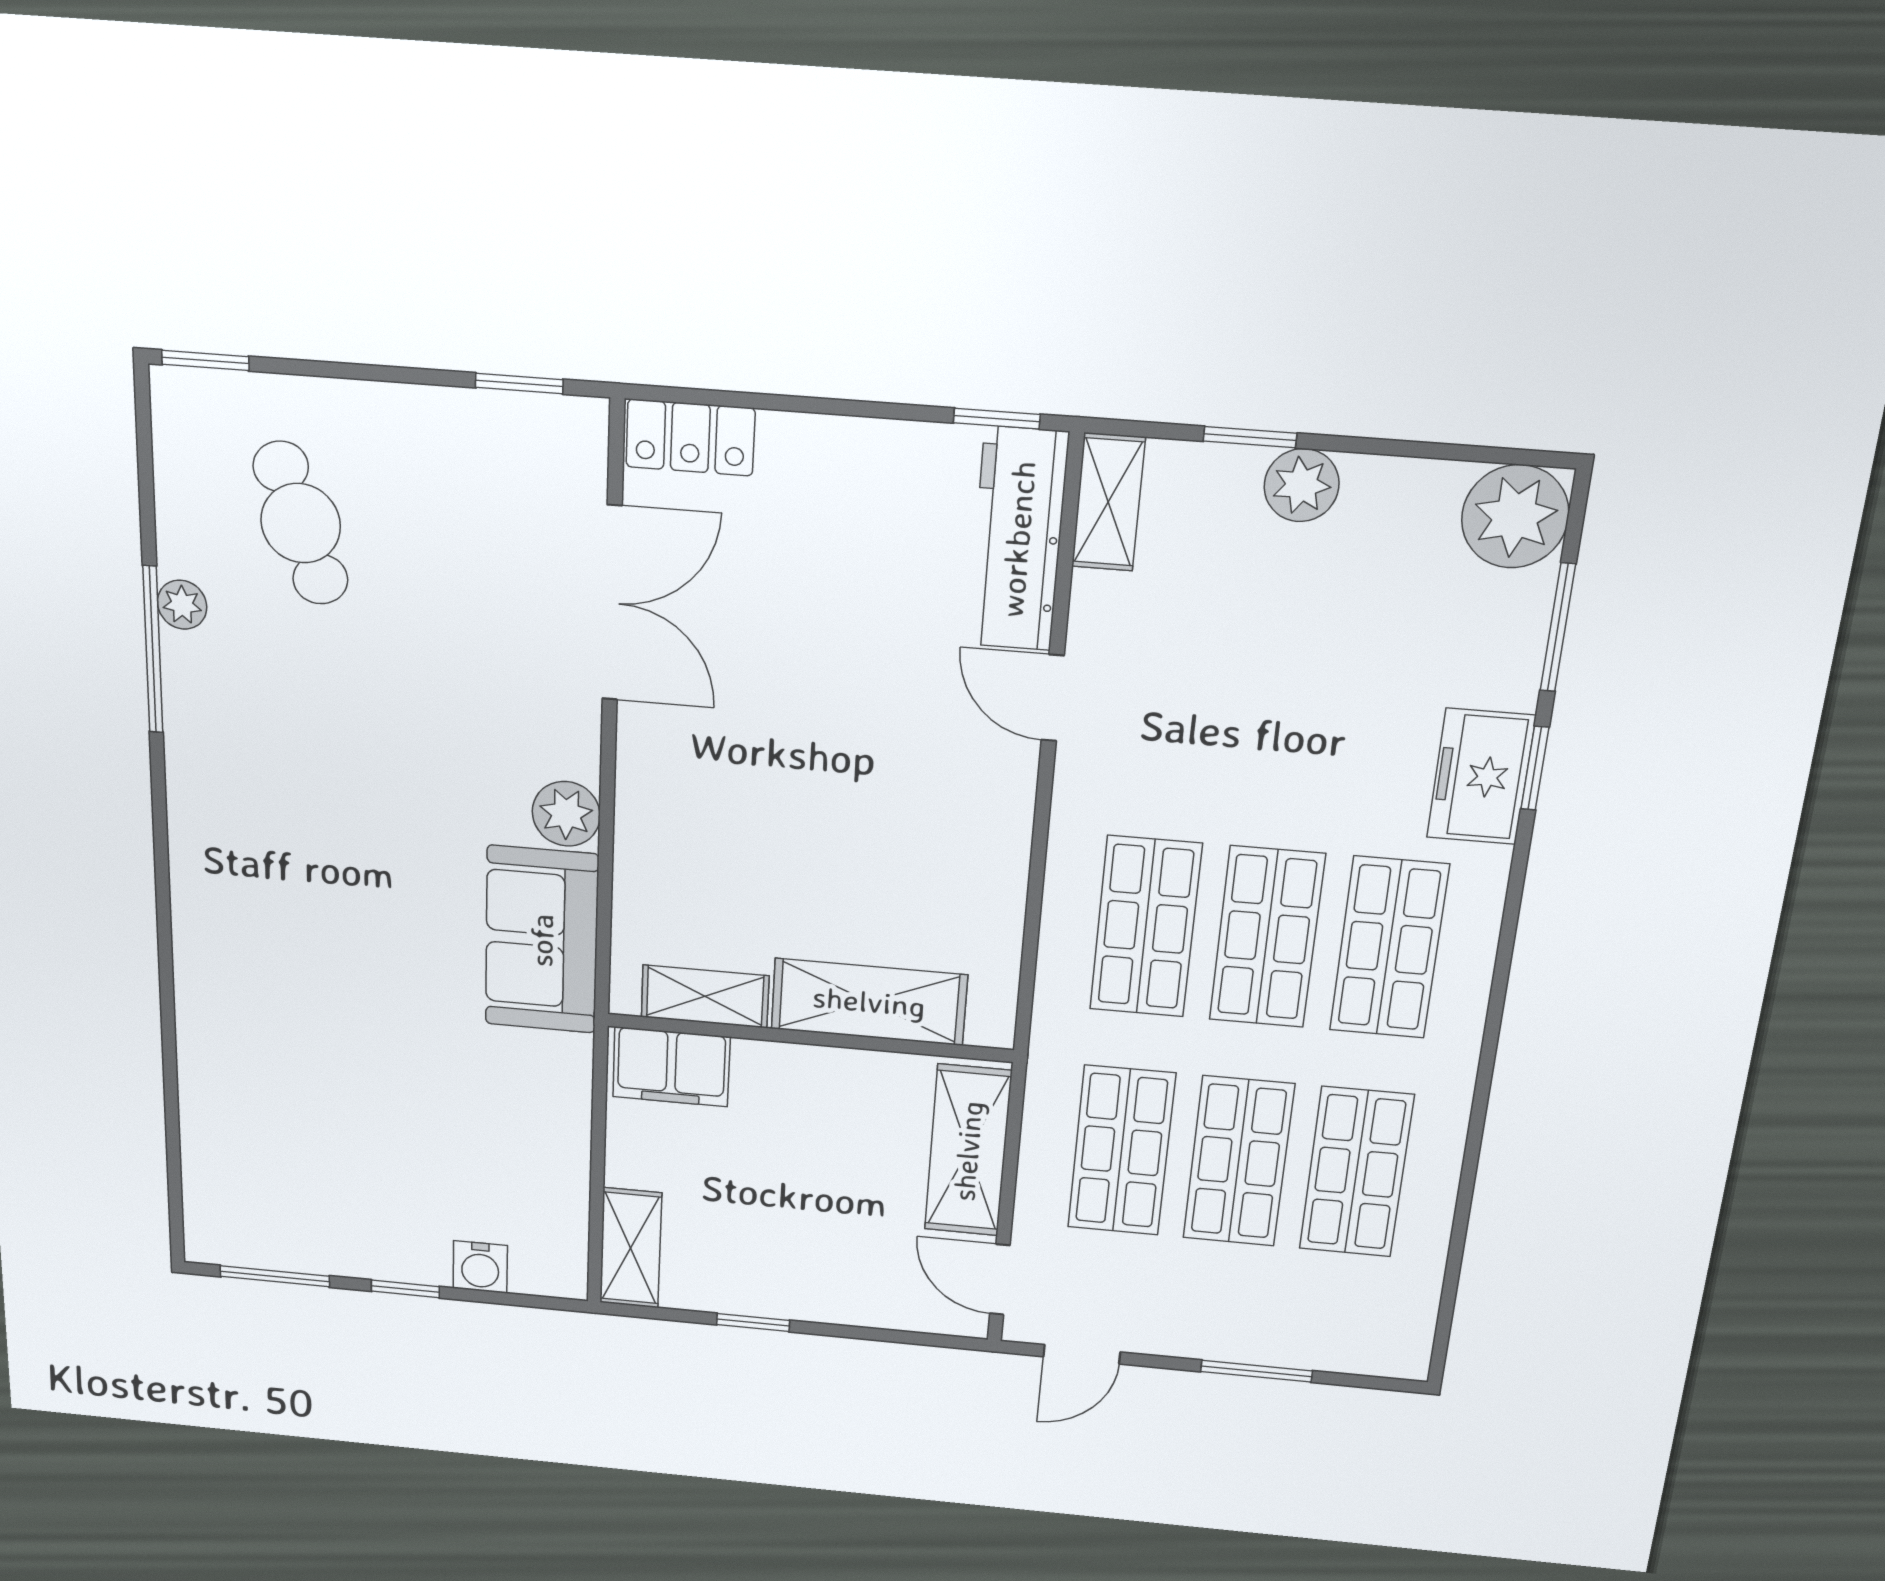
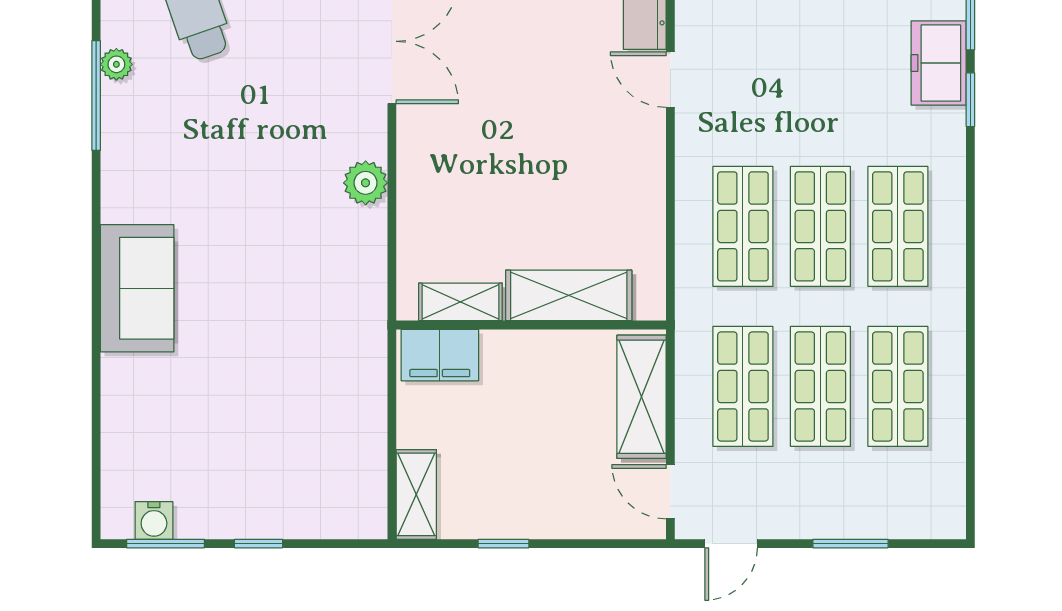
freezer: (1481, 777) -> (939, 63), moved
sofa: (542, 940) -> (137, 288), moved, turned 180
water cooler: (480, 1267) -> (154, 520), moved

